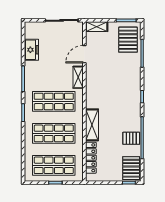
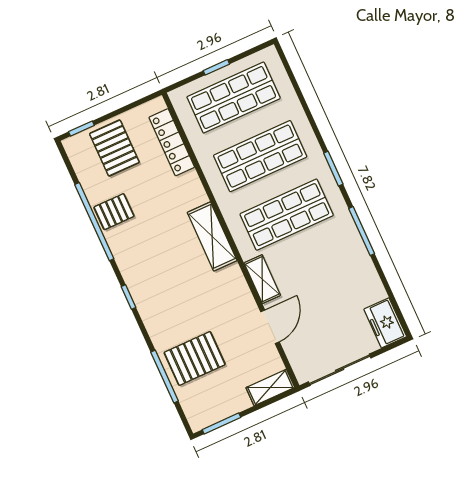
pallet: (128, 40) -> (195, 358), moved, turned 90
freezer: (31, 50) -> (385, 323), moved
shelving: (92, 125) -> (212, 236), moved
pallet: (131, 168) -> (114, 148), moved

